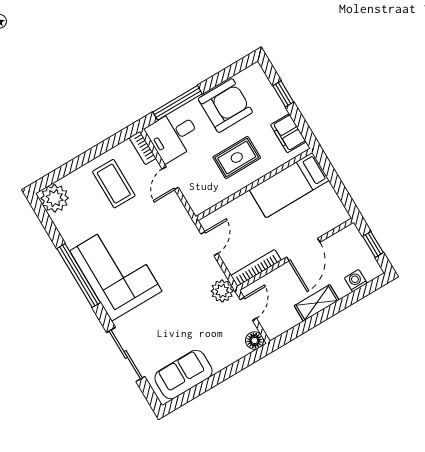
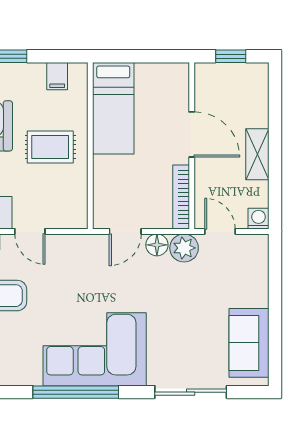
filing cabinet: (288, 133) -> (57, 76), width x0.50
rug: (237, 157) -> (50, 147), turned 90
door: (209, 244) -> (125, 231), swing flipped
washing machine: (356, 281) -> (259, 219), moved, turned 90
floor lamp: (255, 340) -> (157, 245), moved

